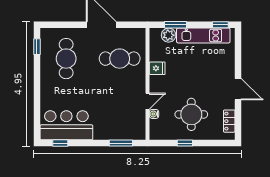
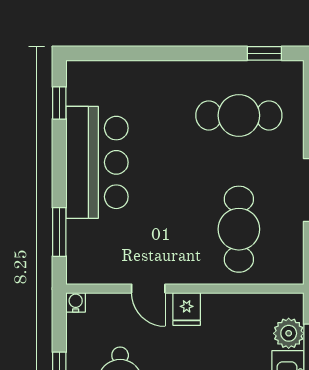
fridge: (157, 68) -> (187, 309), moved
water cooler: (154, 114) -> (76, 302), moved
bar counter: (66, 125) -> (97, 162), moved

